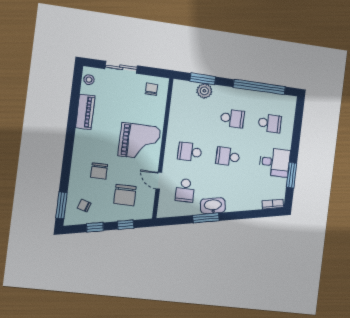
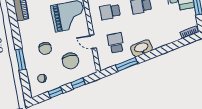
school desk: (185, 190) -> (116, 43), turned 180
window: (61, 205) -> (21, 59), moved
window: (206, 218) -> (127, 64), moved

